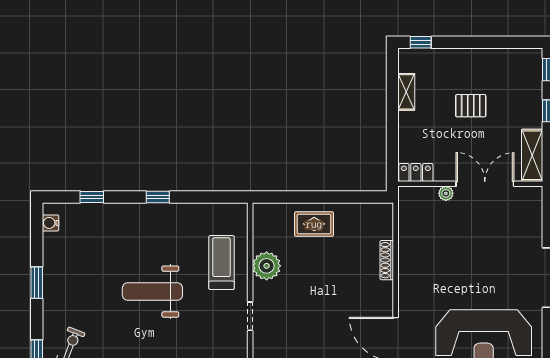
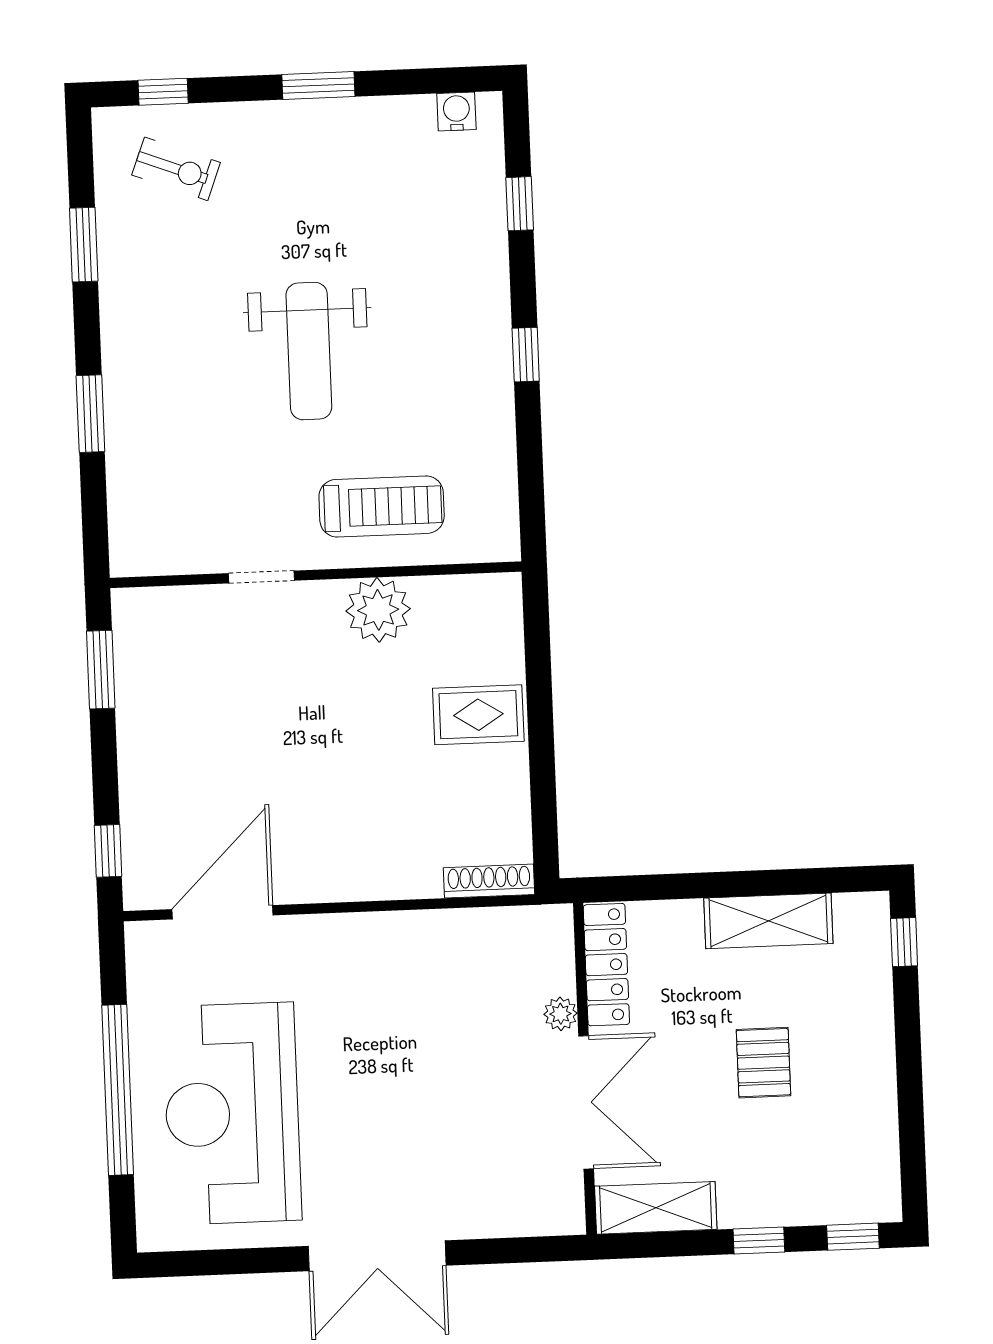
shelving: (406, 92) -> (768, 921), width x1.50, depth x1.33
locker: (416, 172) -> (606, 965), width x1.53
rug: (314, 224) -> (478, 715), turned 90
shoe rack: (387, 260) -> (489, 881), moved
weight bench: (152, 292) -> (309, 351), turned 180

